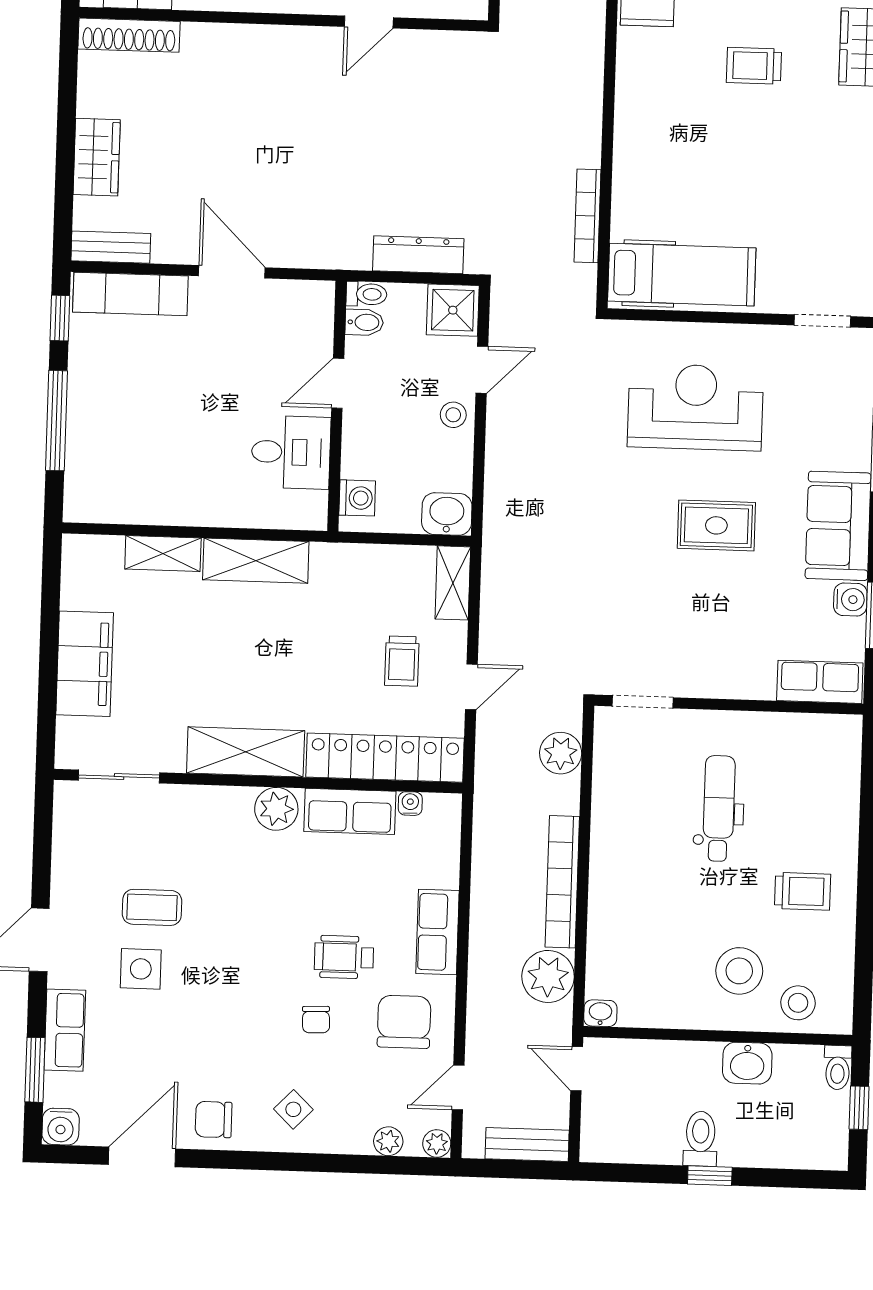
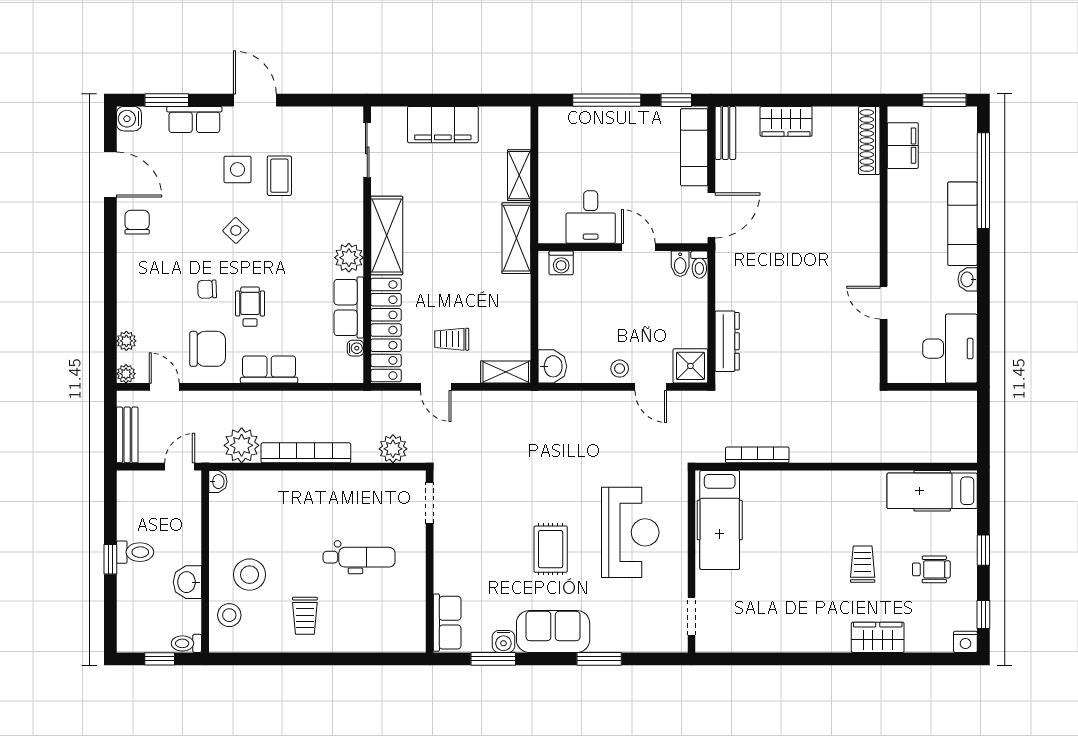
toilet: (366, 294) -> (699, 265), moved
bidet: (364, 322) -> (680, 264), moved
door: (338, 383) -> (638, 247), moved
wall: (337, 406) -> (623, 247), moved
desk: (291, 452) -> (591, 217), moved
washing machine: (357, 498) -> (561, 263), moved
side table: (293, 1109) -> (236, 230), moved

